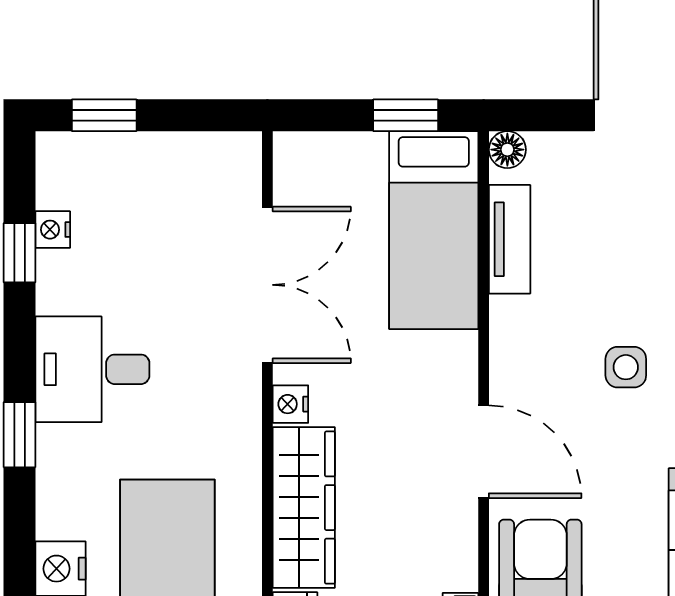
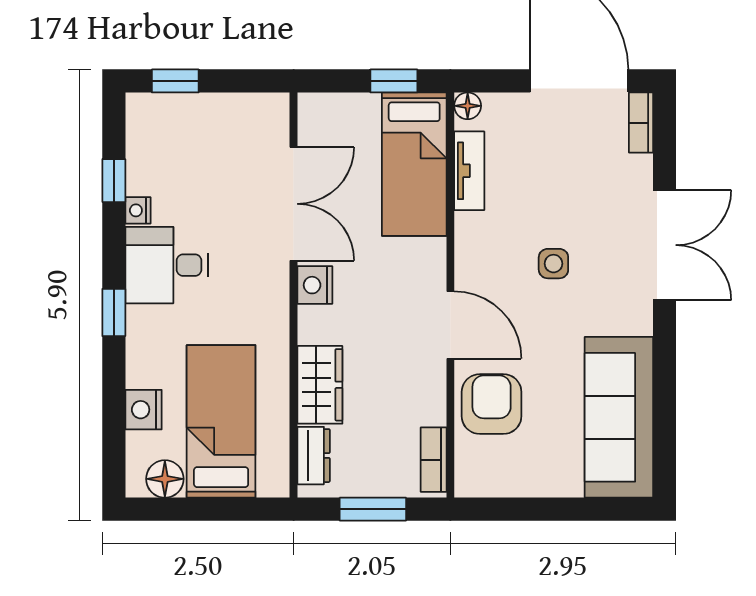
nightstand: (53, 230) -> (138, 210), moved
nightstand: (290, 404) -> (315, 285), width x1.39, depth x1.35
wardrobe: (304, 508) -> (320, 385), width x0.67

